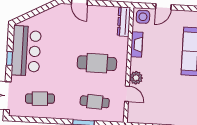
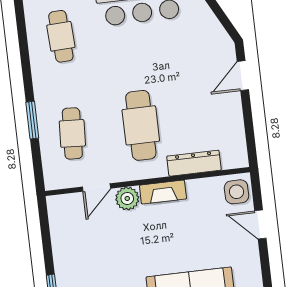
dresser: (124, 22) -> (194, 163), moved
fireplace: (137, 45) -> (163, 192), moved

